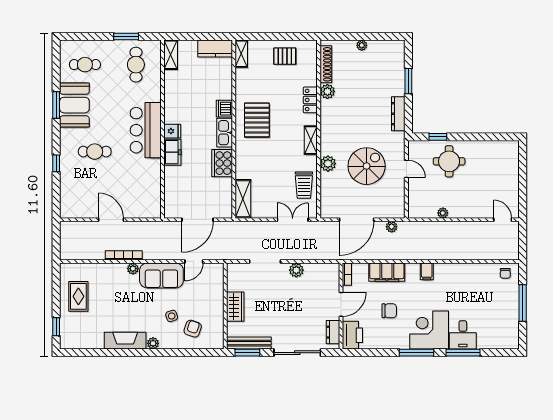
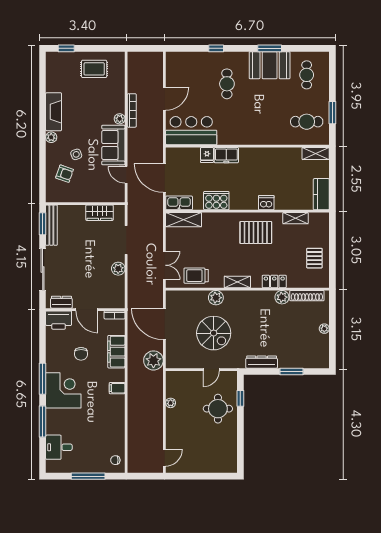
shelving: (241, 54) -> (296, 218), moved
bar counter: (146, 130) -> (191, 131), moved
fridge: (172, 131) -> (207, 155), moved
kitchen sink: (225, 133) -> (179, 203), moved
plant: (392, 227) -> (153, 360), width x1.87, depth x1.87
wardrobe: (235, 307) -> (100, 213), moved
desk: (463, 335) -> (59, 447), moved

